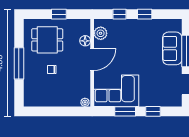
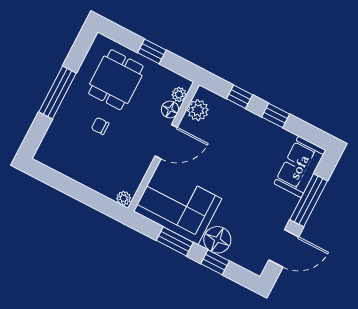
plant: (86, 30) -> (179, 94), added
dining table: (47, 40) -> (116, 80), turned 90
sofa: (172, 48) -> (300, 167), moved
floor lamp: (148, 98) -> (217, 240), added

